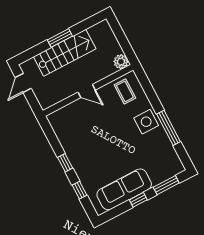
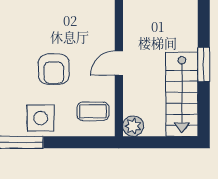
stairs: (65, 53) -> (182, 94), moved
armchair: (111, 129) -> (54, 69), added

